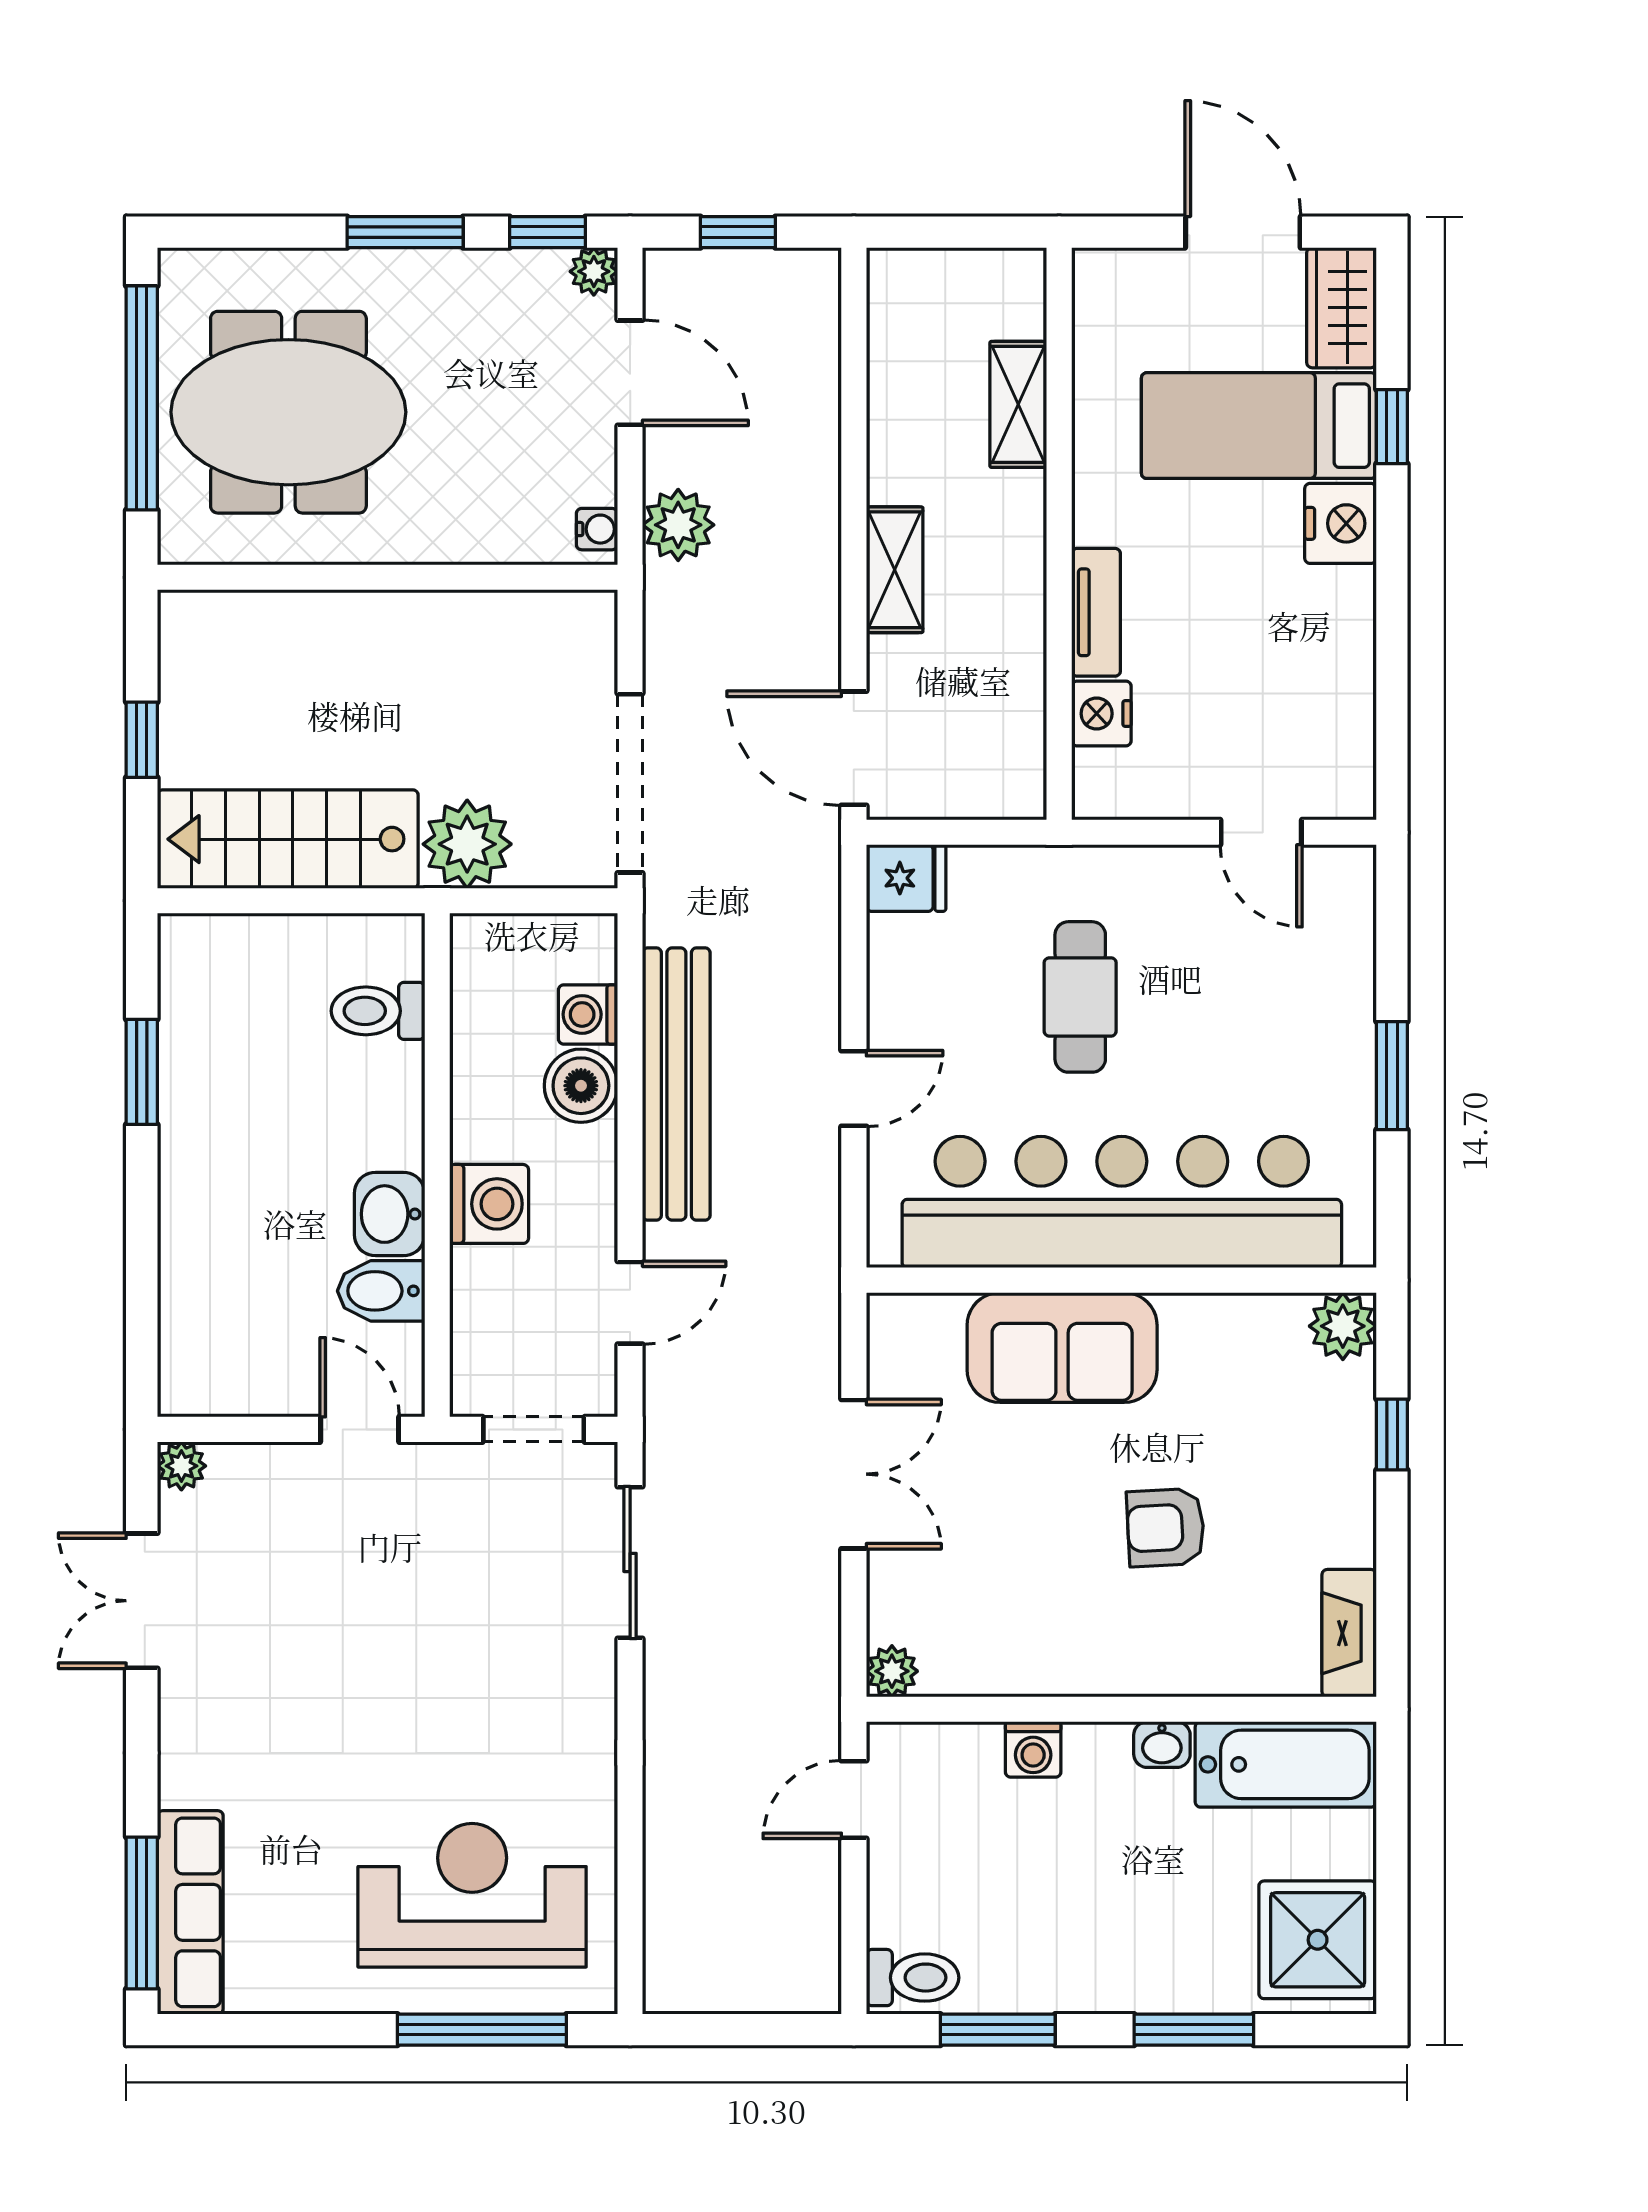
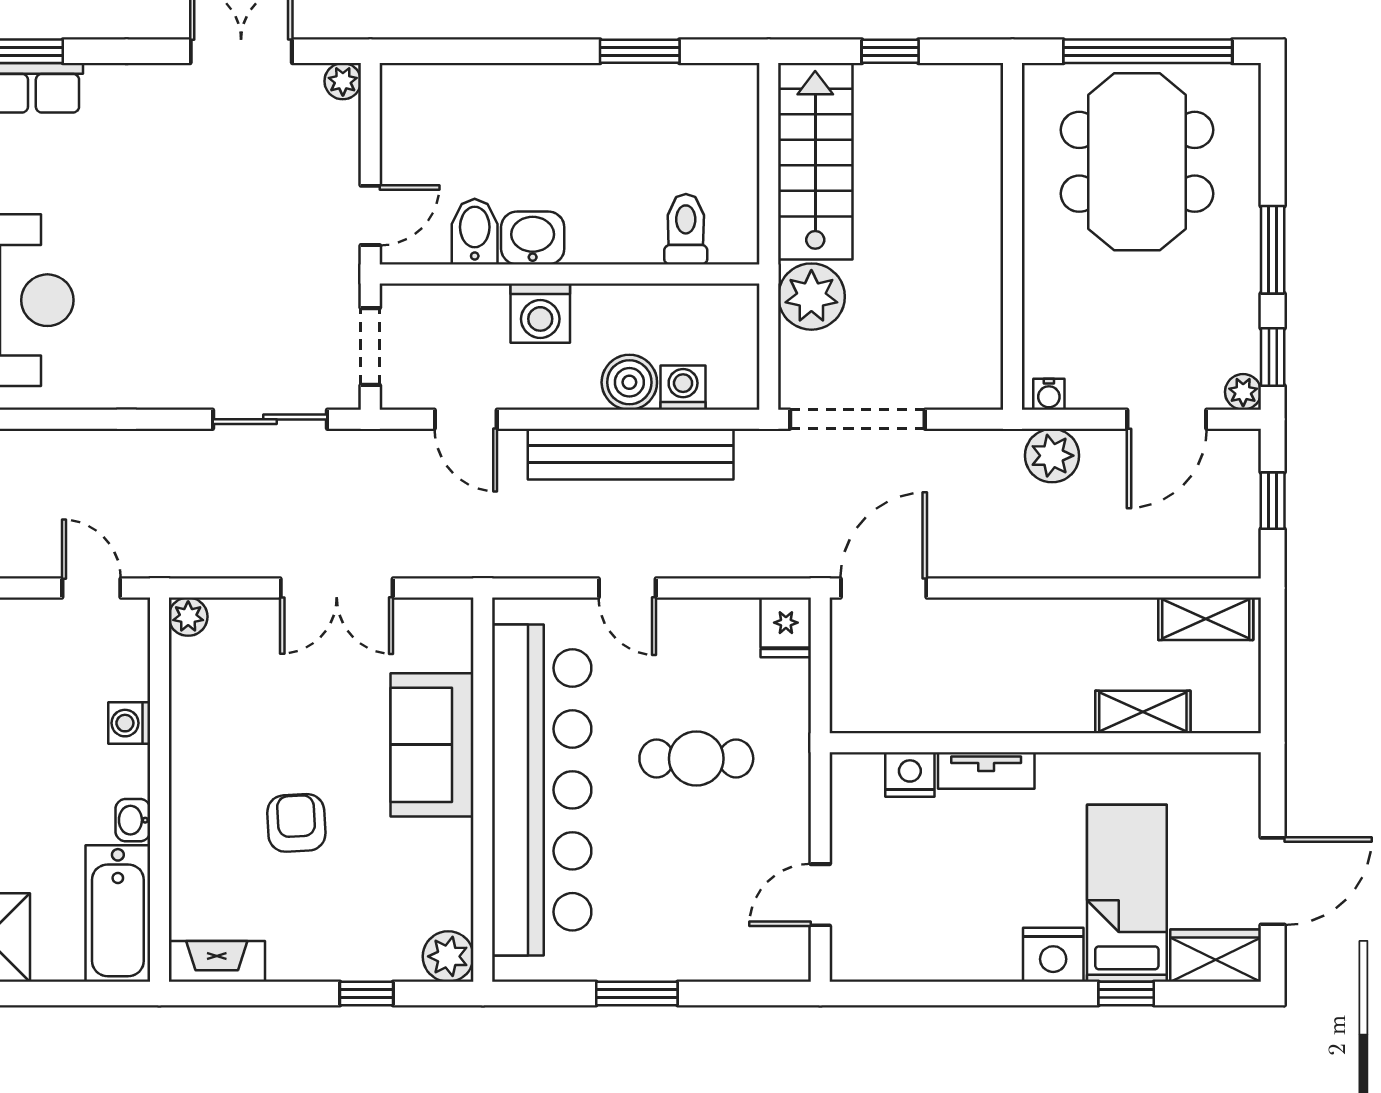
shelving: (895, 570) -> (1206, 619), moved

